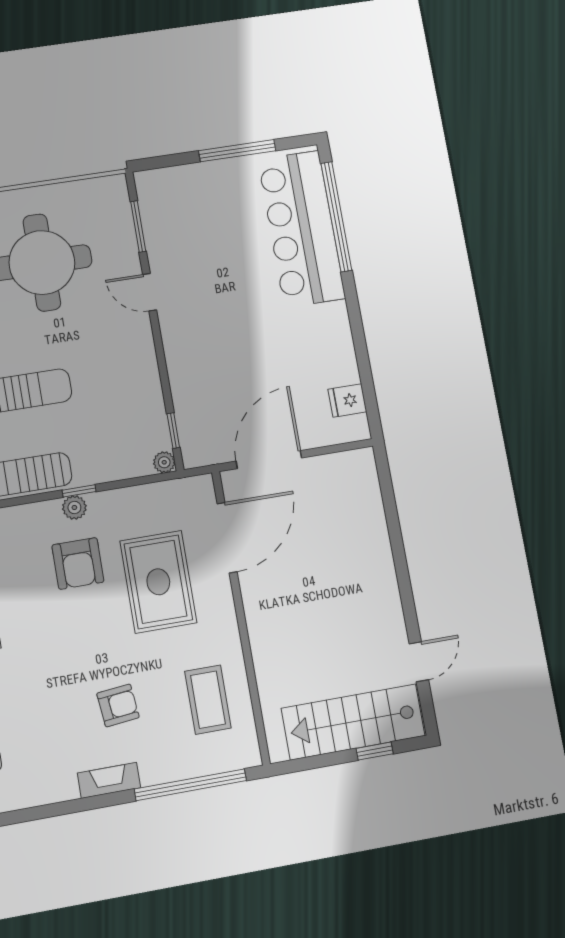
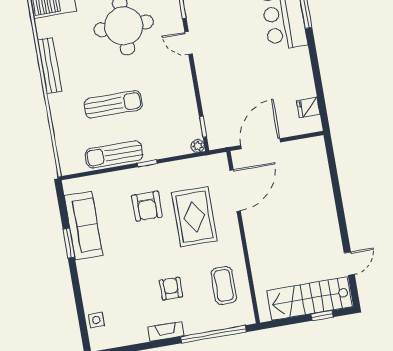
plant: (74, 507) -> (145, 173), removed
armchair: (118, 705) -> (171, 289), turned -84

